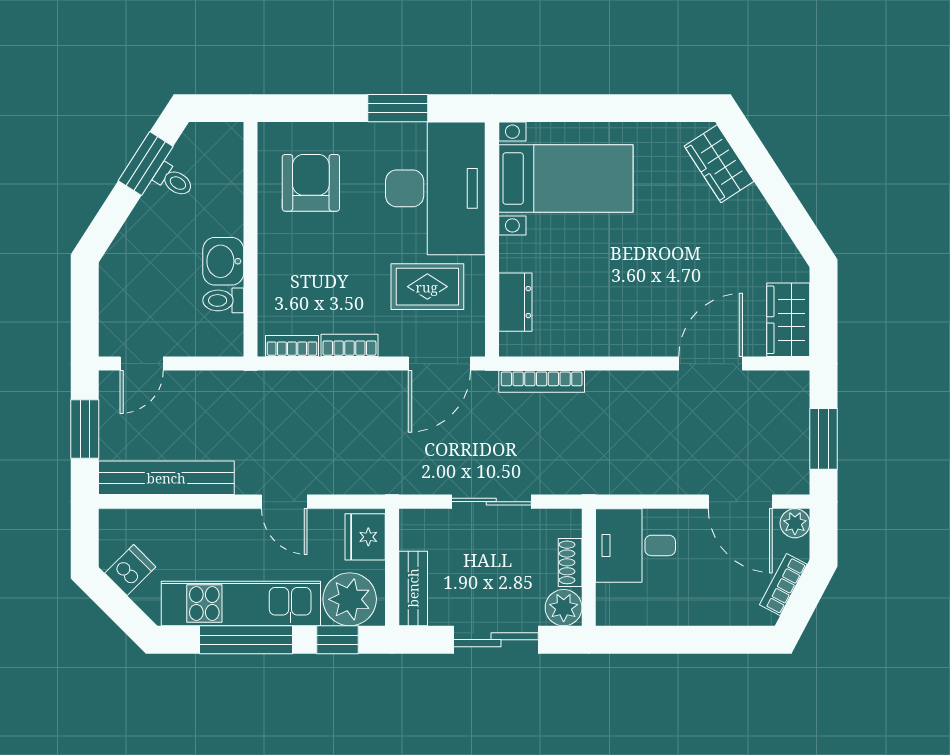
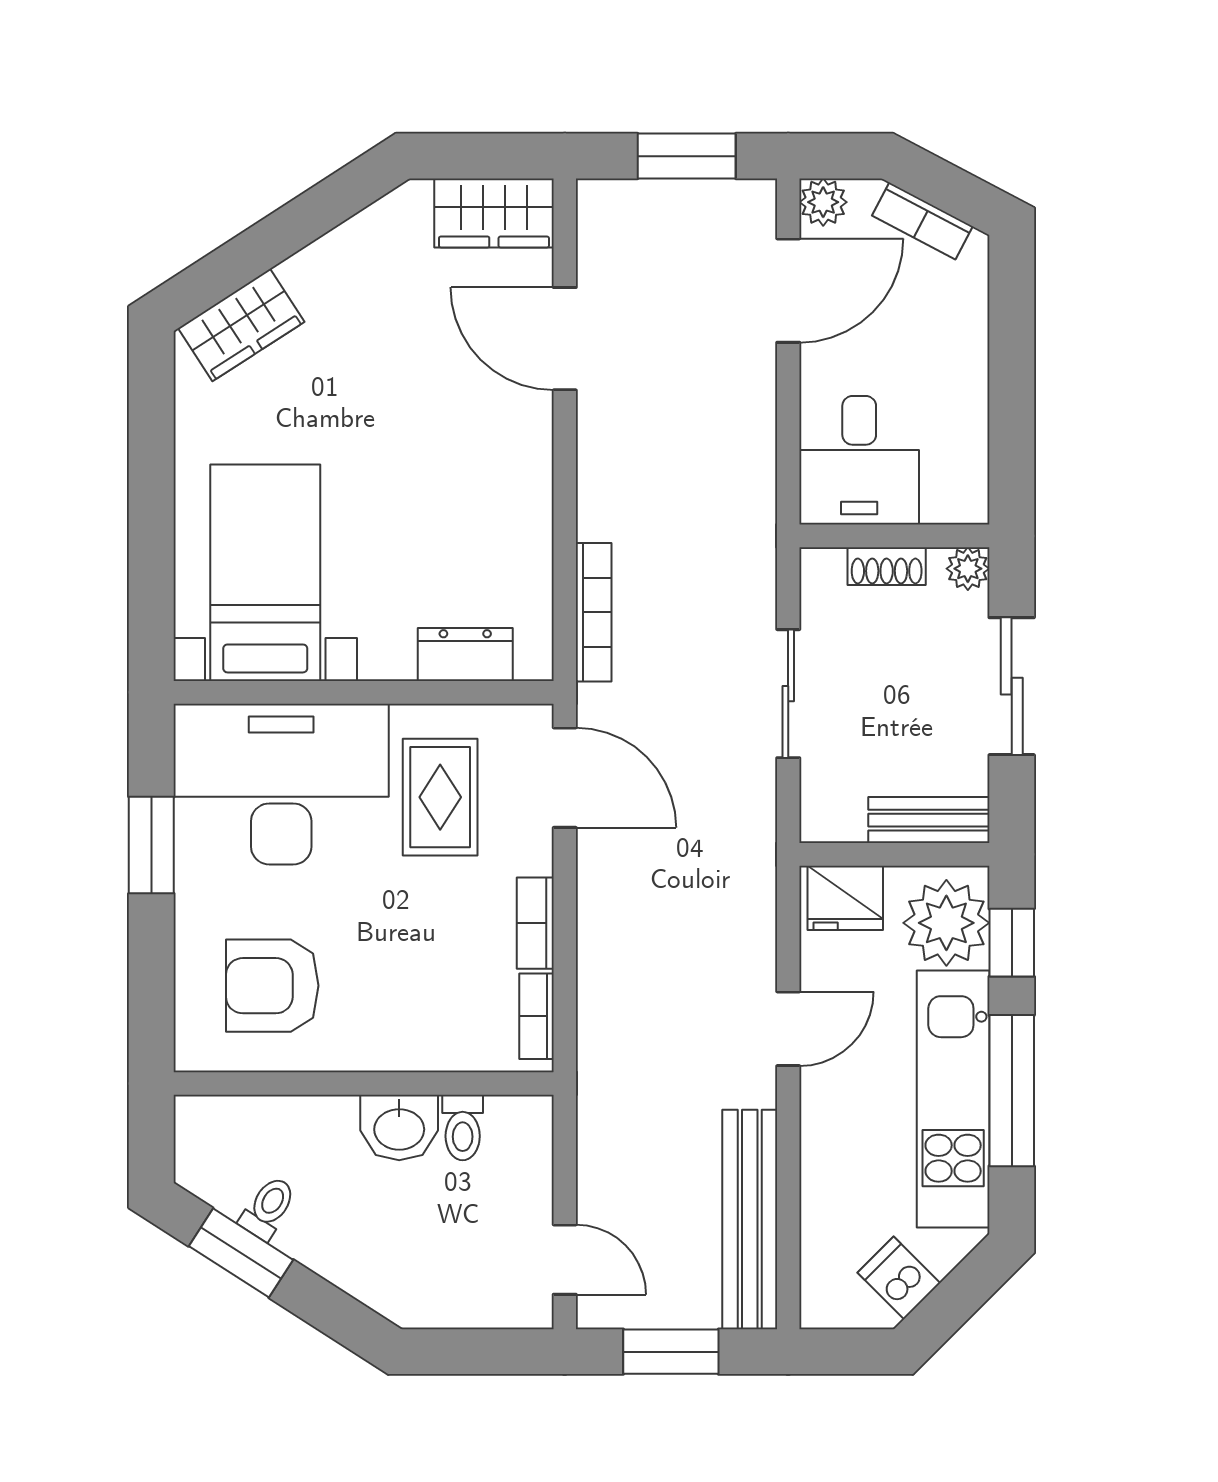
plant: (564, 608) -> (968, 569), width x0.73, depth x0.73

